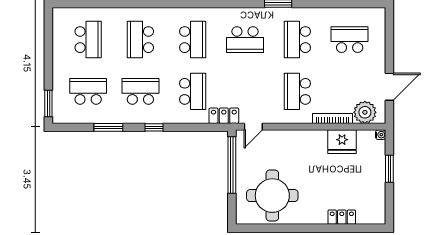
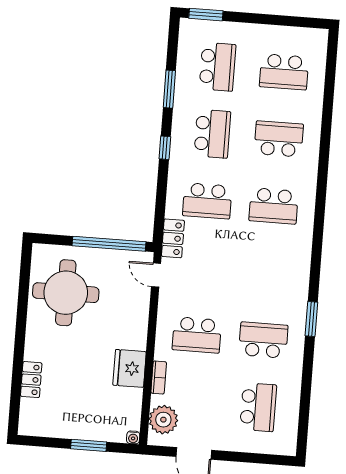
school desk: (245, 40) -> (268, 273), removed
school desk: (297, 91) -> (197, 335), turned 180
bookcase: (333, 118) -> (159, 377), width x0.64
fridge: (342, 142) -> (130, 368), moved

